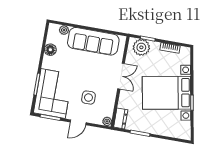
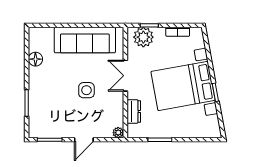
plant: (64, 30) -> (48, 33), removed
double door: (121, 76) -> (125, 76), swing flipped
corner sofa: (53, 93) -> (48, 111), removed
side table: (88, 98) -> (86, 90), moved
dresser: (121, 118) -> (134, 111), moved

